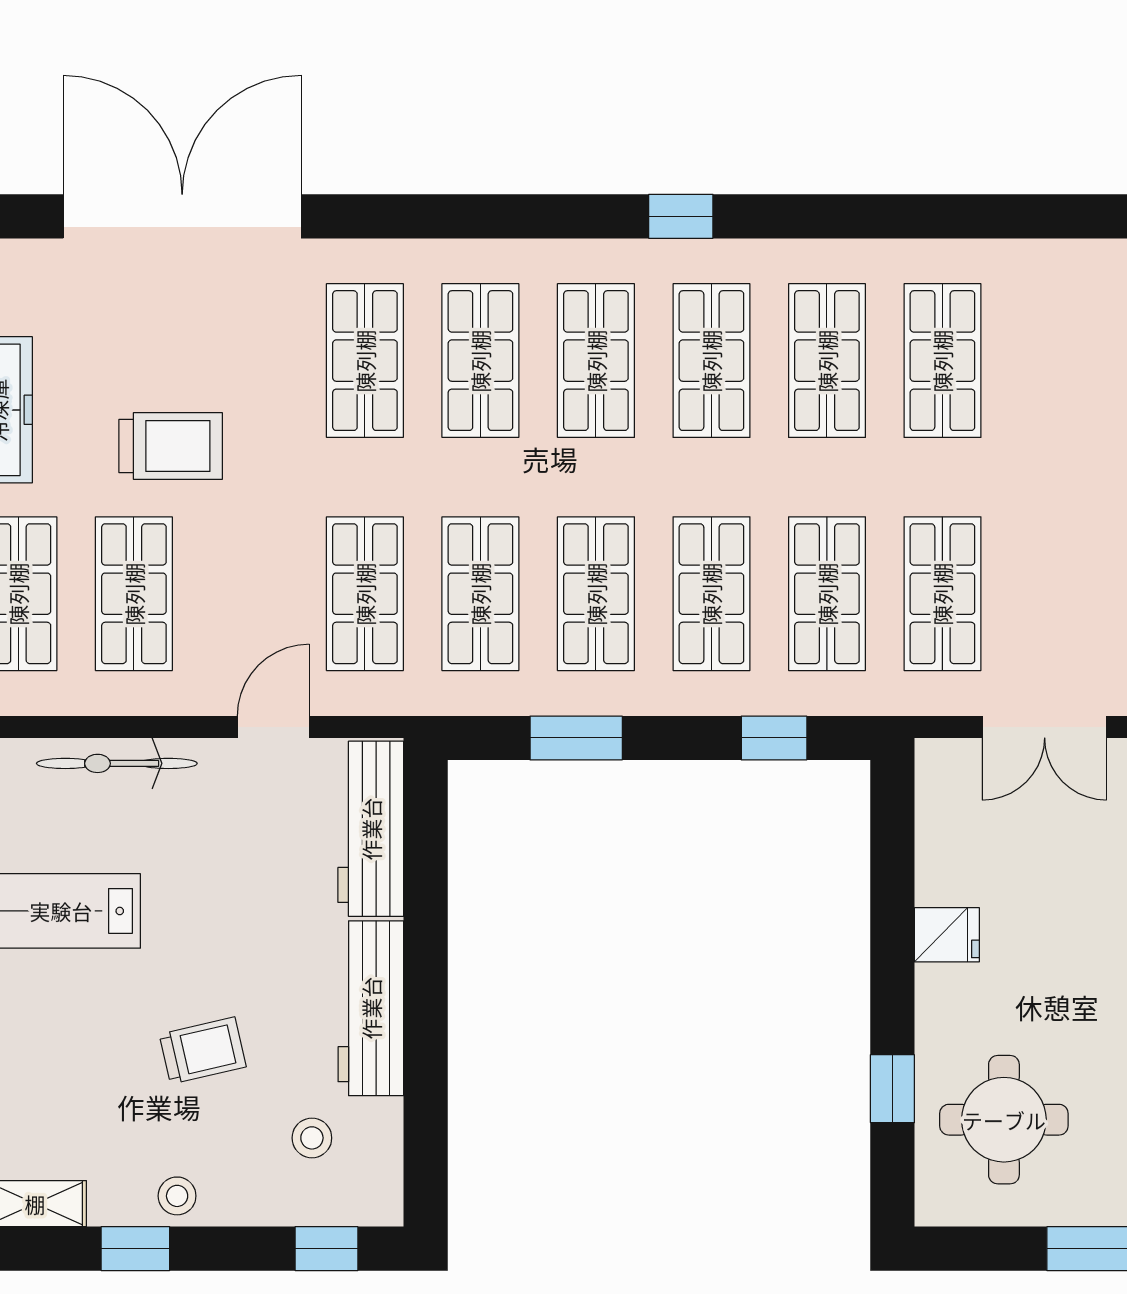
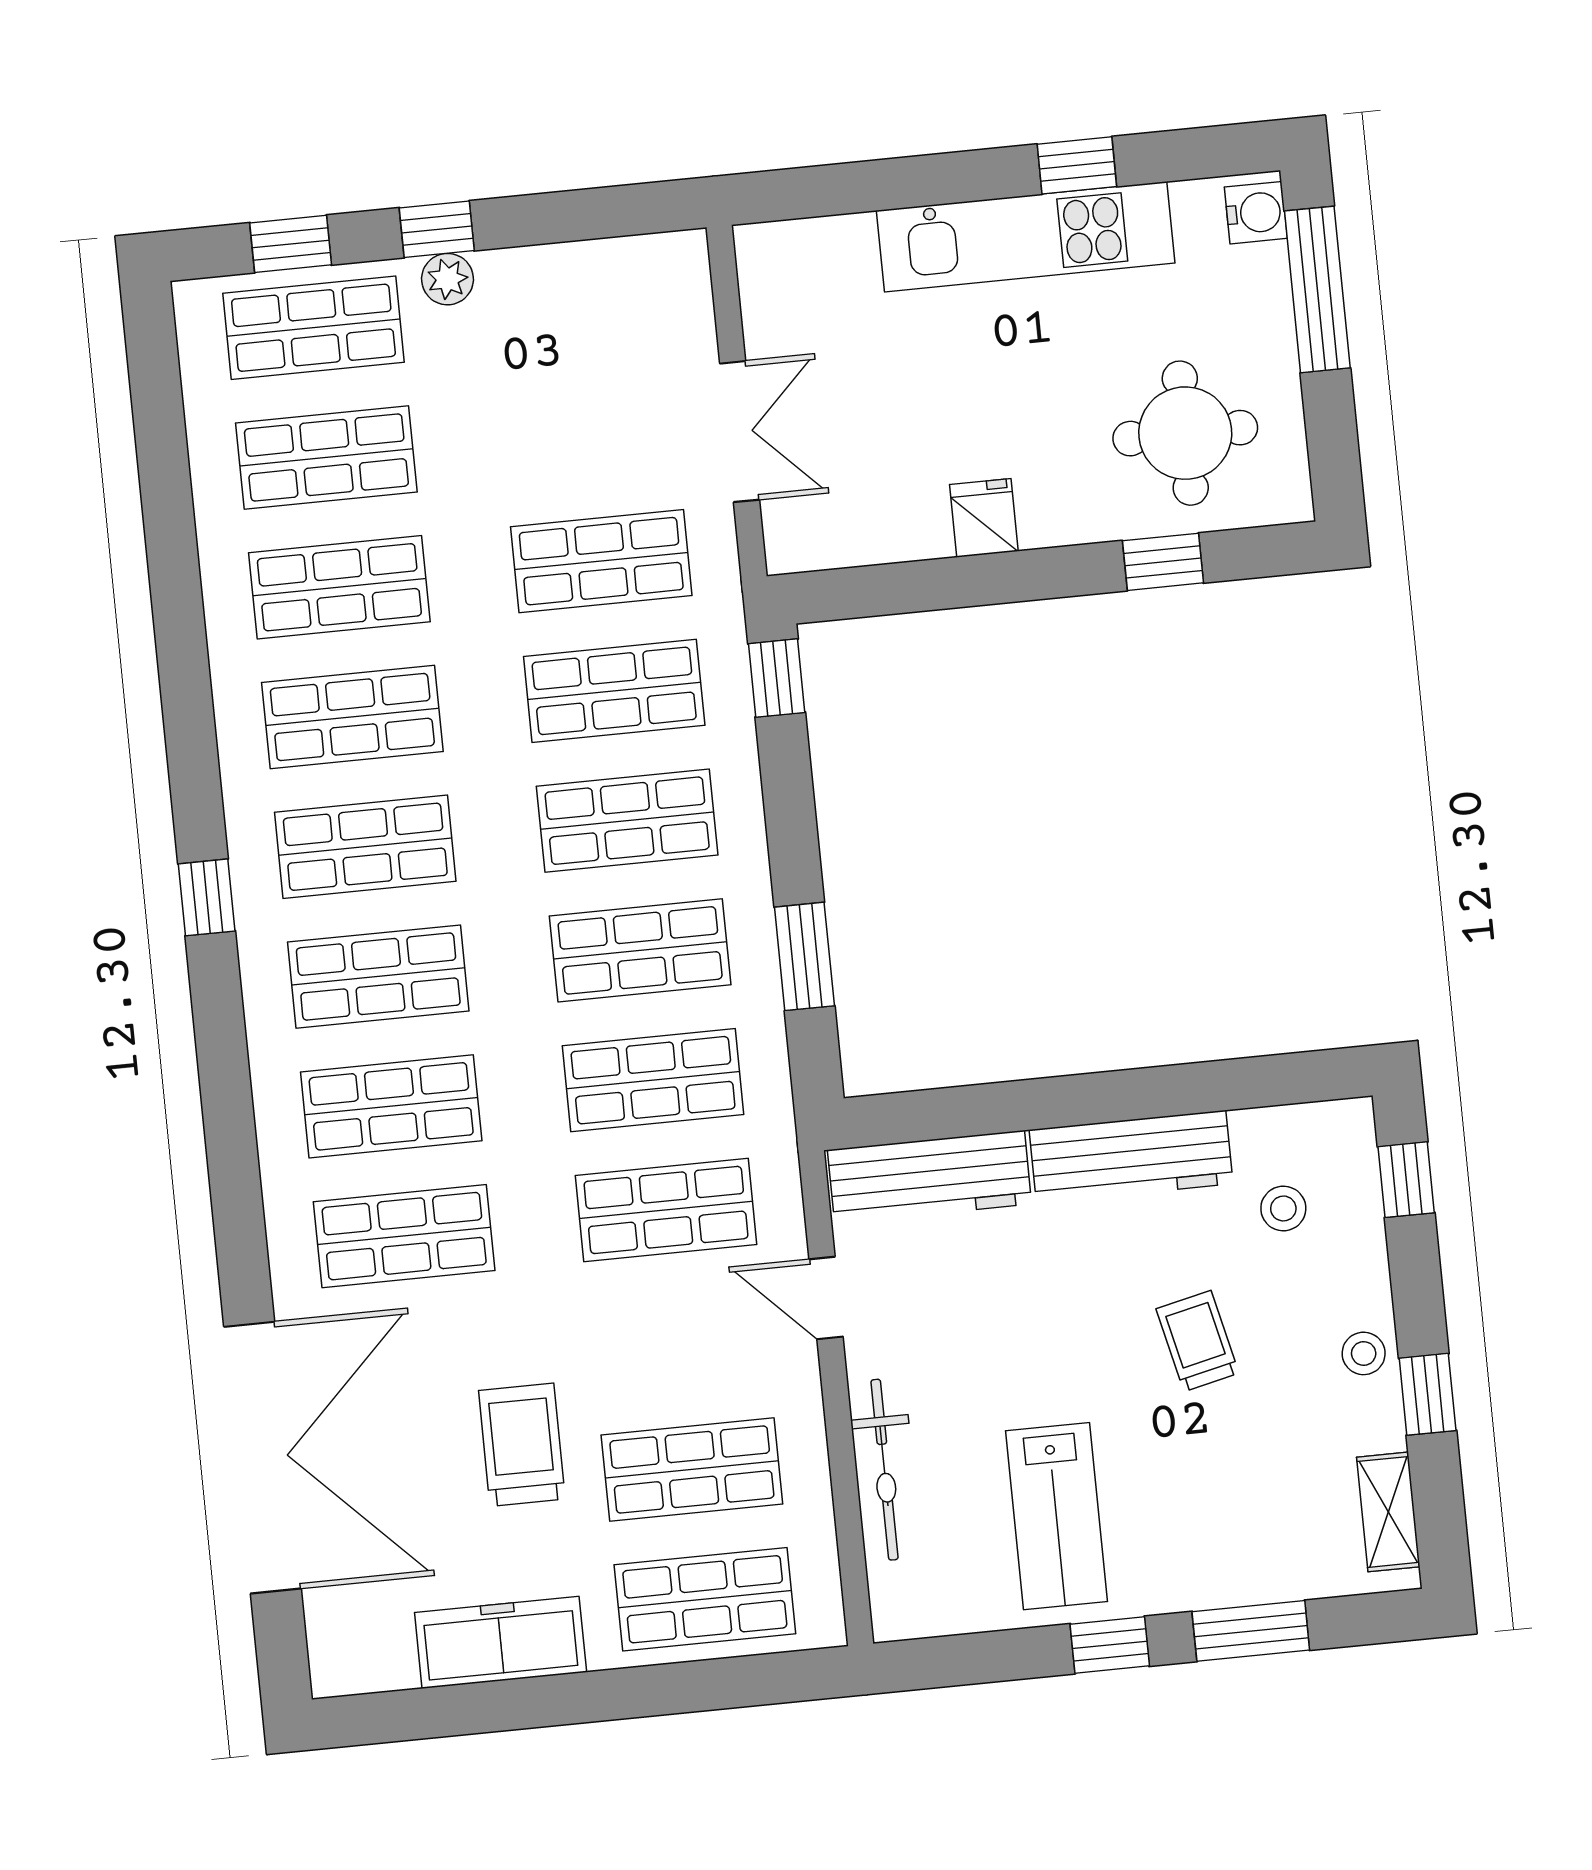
double door: (182, 216) -> (263, 1458), swing flipped
shop shelf: (1058, 361) -> (326, 457), added
window: (774, 738) -> (777, 678), moved

